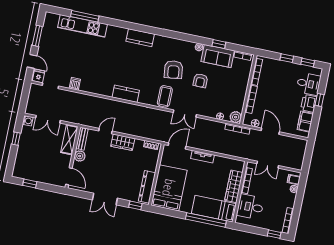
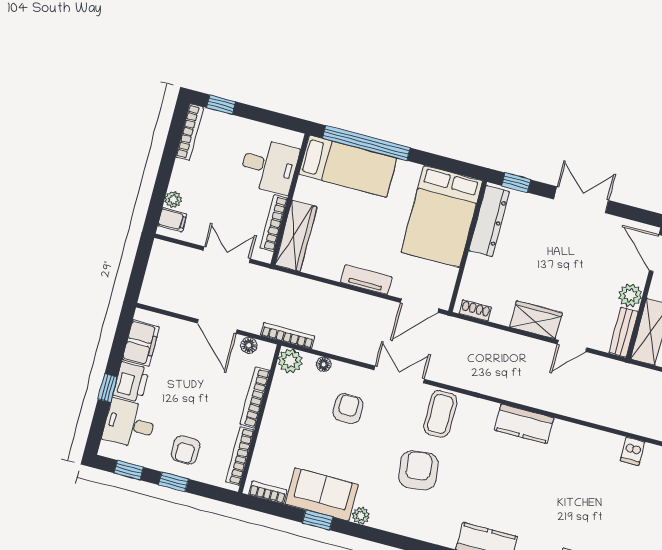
armchair: (282, 73) -> (186, 450), added
armchair: (200, 81) -> (348, 409), moved
wardrobe: (234, 186) -> (296, 236), moved

